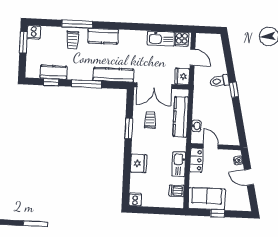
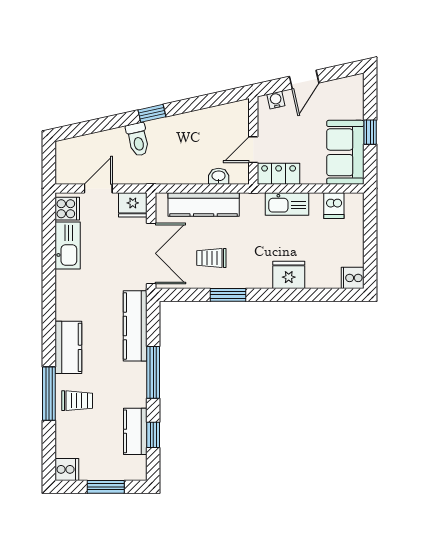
window: (23, 42) -> (106, 487), moved

